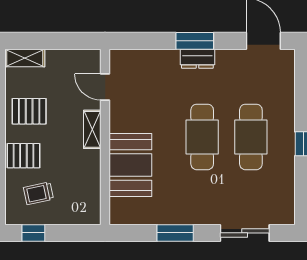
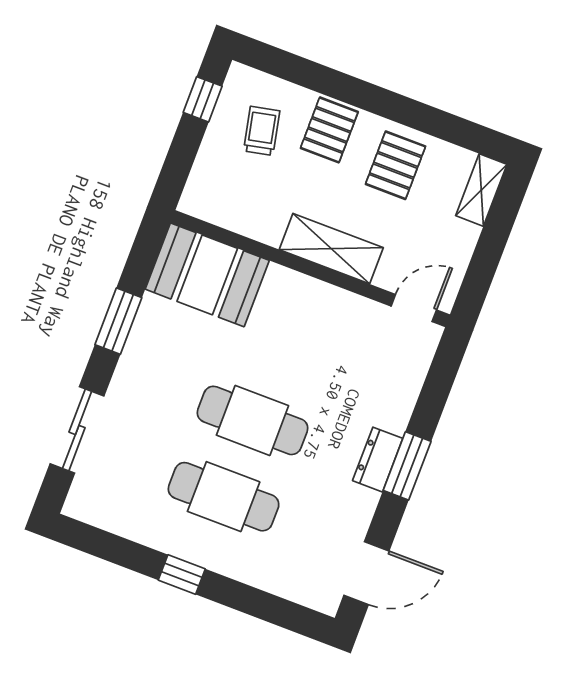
door: (105, 87) -> (414, 308), moved
shelving: (92, 129) -> (331, 249), width x1.50, depth x1.33
booth: (130, 165) -> (207, 275), moved

